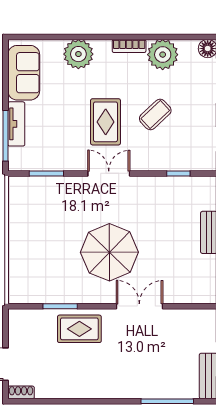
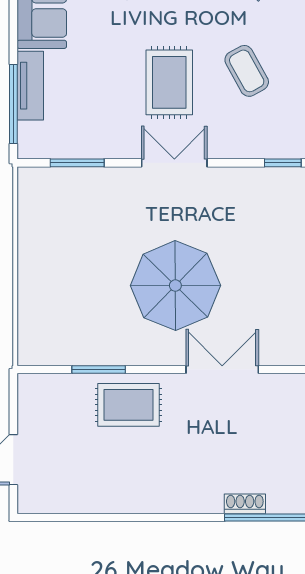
coffee table: (155, 114) -> (247, 71), turned -76
shoe rack: (21, 392) -> (245, 504), moved

